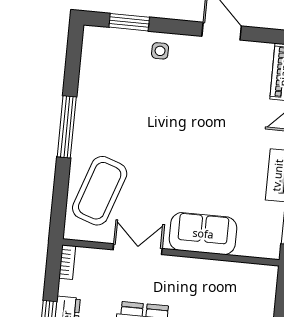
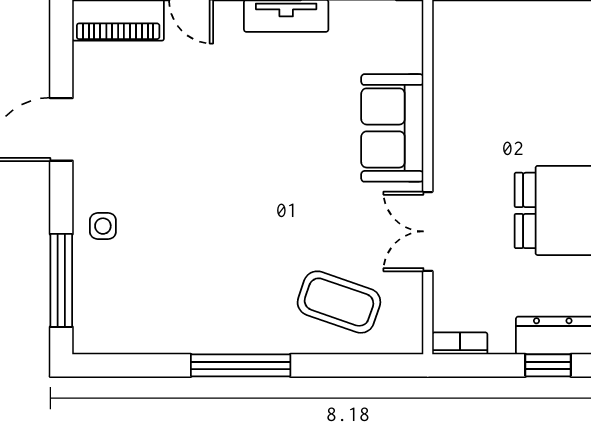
window: (129, 22) -> (61, 280), width x1.44
coffee table: (100, 191) -> (339, 302), width x0.73, depth x0.76

